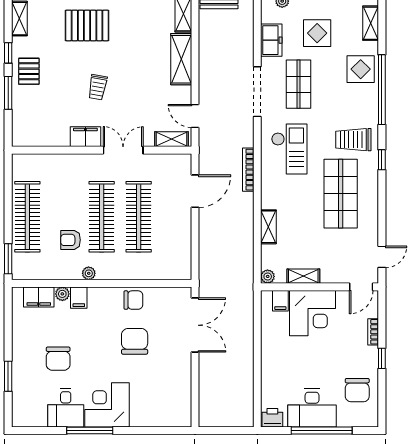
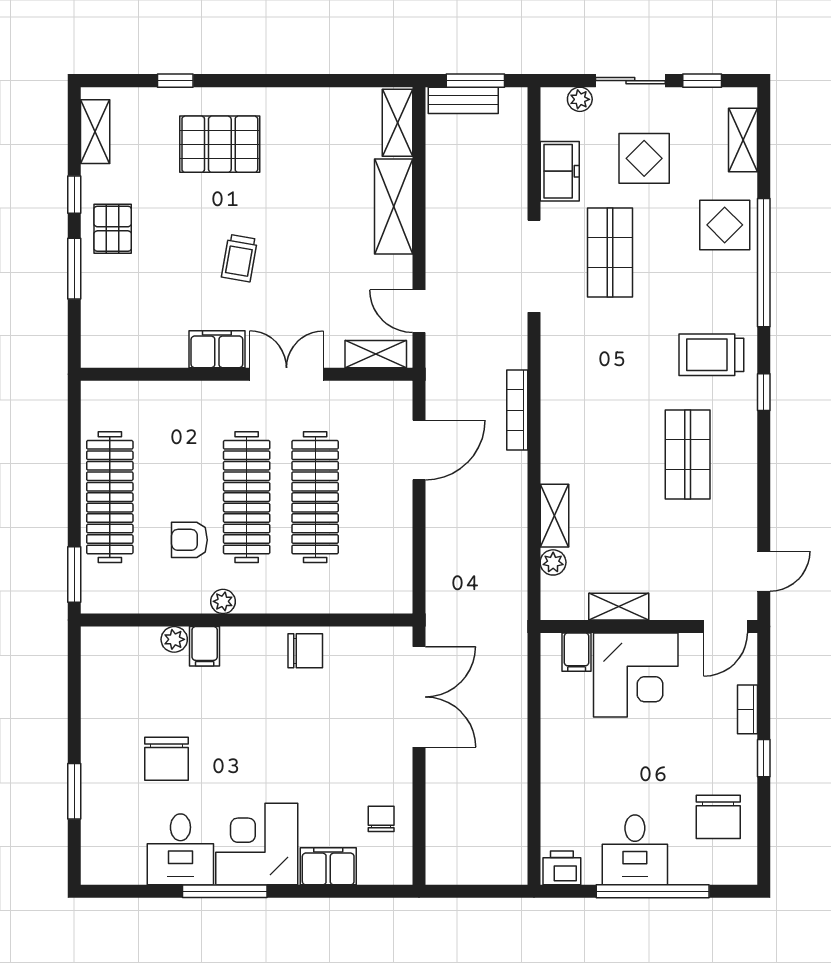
checkout: (289, 149) -> (593, 372), removed
shop shelf: (341, 194) -> (688, 454), width x0.70, depth x0.74
plant: (268, 276) -> (553, 562), moved
filing cabinet: (39, 297) -> (328, 866), moved, turned 180
chair: (135, 341) -> (381, 819), moved, width x0.54, depth x0.54
desk: (312, 408) -> (635, 850), width x0.73

